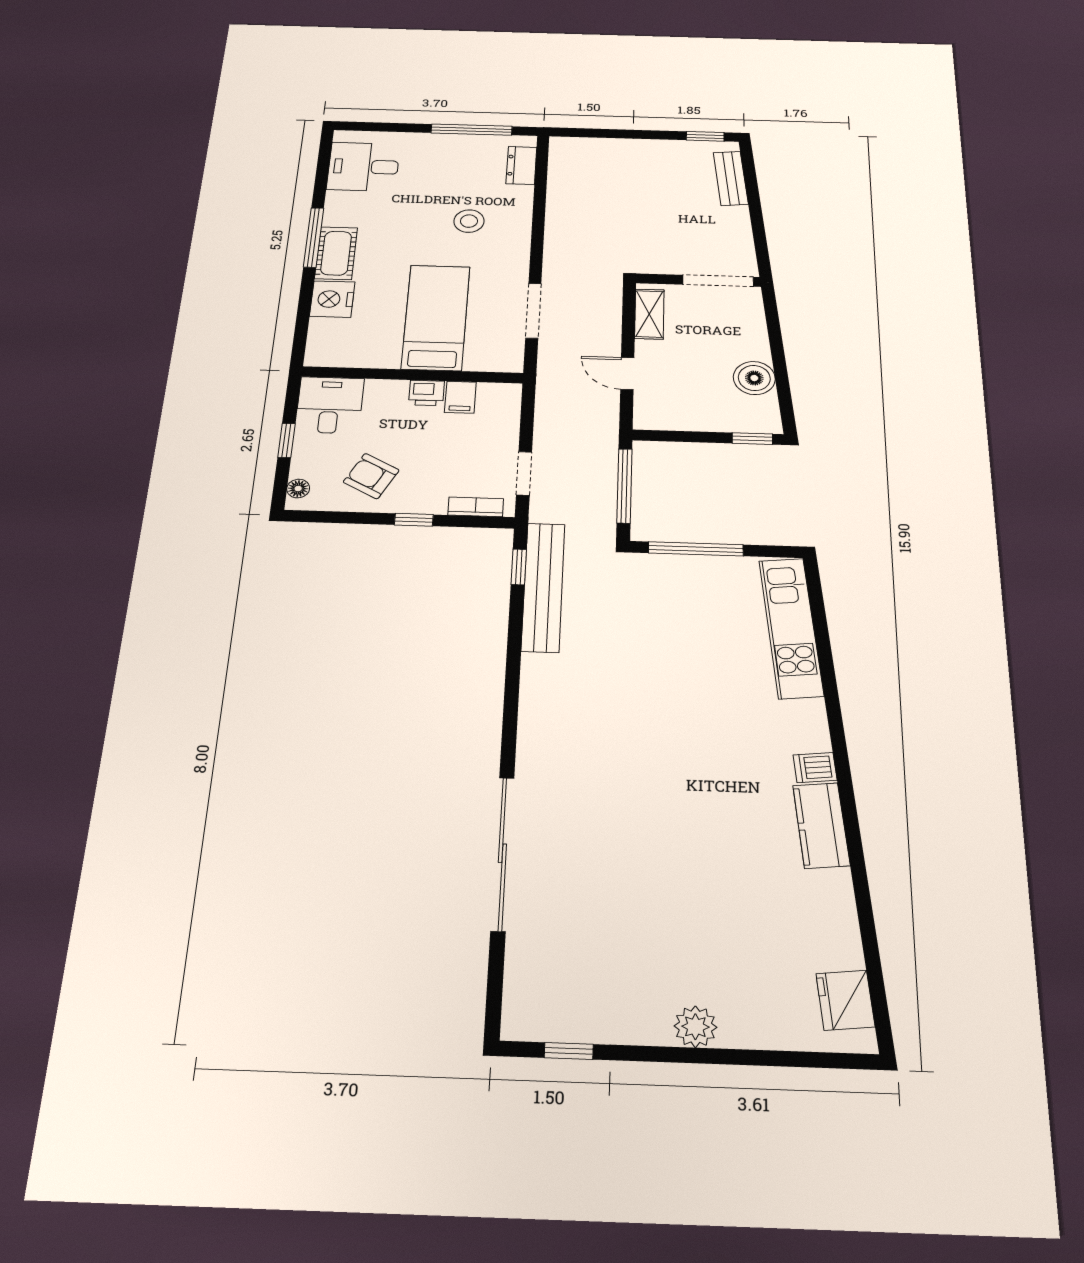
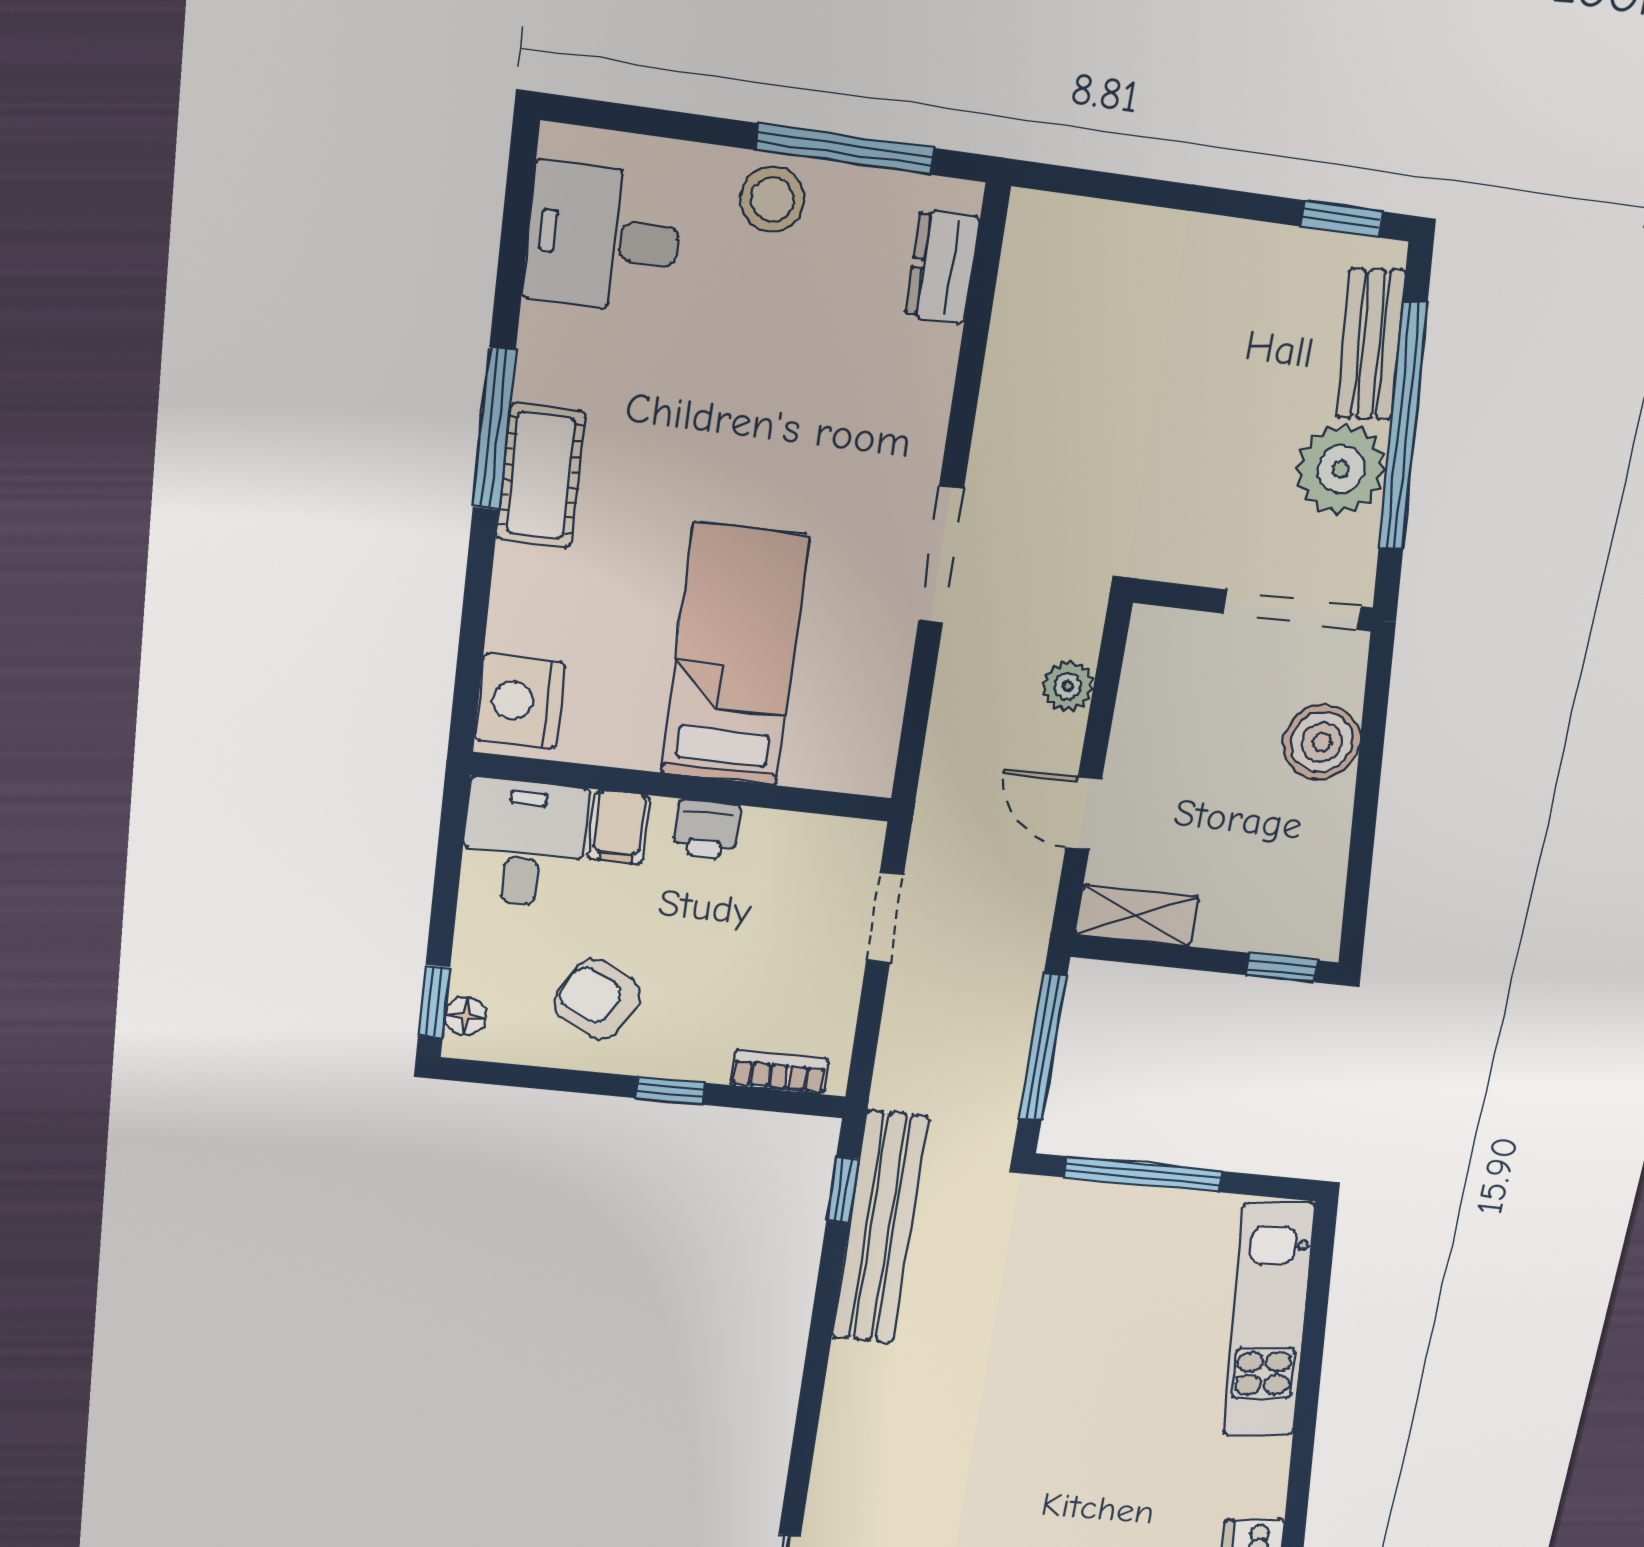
window: (755, 207) -> (1403, 427), added
stool: (469, 221) -> (772, 199), moved
plant: (729, 225) -> (1341, 469), added
nightstand: (332, 299) -> (520, 701), moved
doorway: (533, 311) -> (941, 555), moved
shelving: (649, 314) -> (1137, 916), moved, turned 90
plant: (609, 319) -> (1068, 686), added
boiler: (754, 378) -> (1322, 742), moved
filing cabinet: (460, 397) -> (619, 827), moved
window: (286, 440) -> (434, 1001), moved
doorway: (524, 473) -> (885, 918), moved

